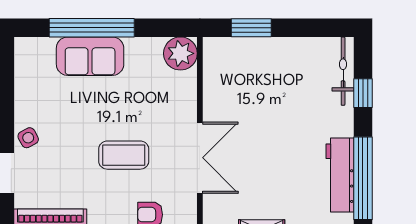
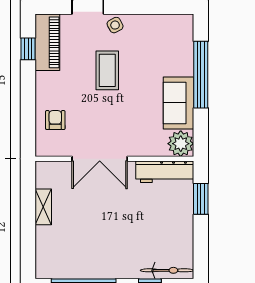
sofa: (90, 56) -> (179, 103), moved
coffee table: (124, 155) -> (107, 70), moved
workbench: (340, 175) -> (165, 172), moved, turned 180

